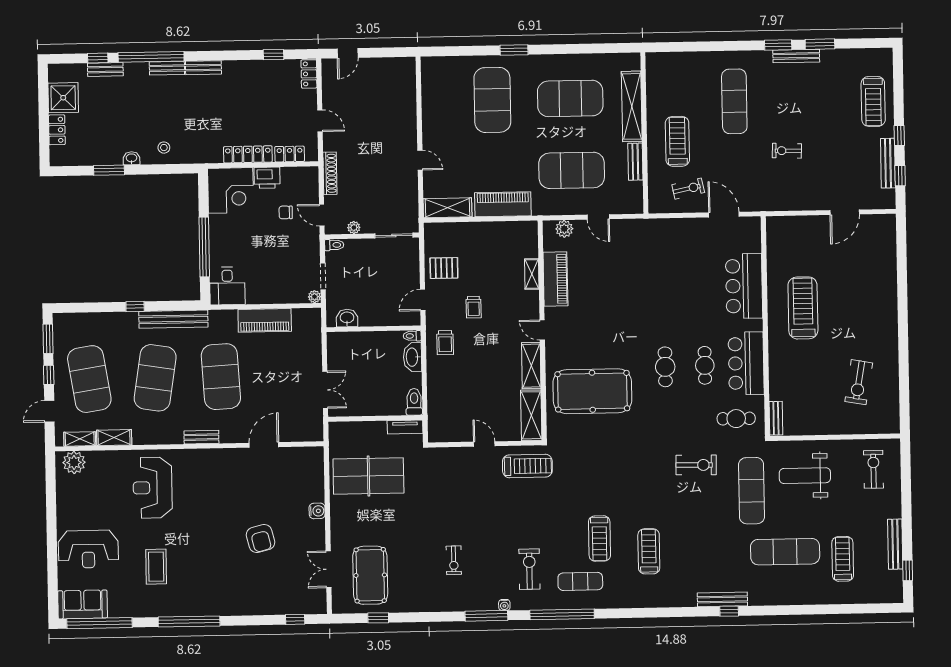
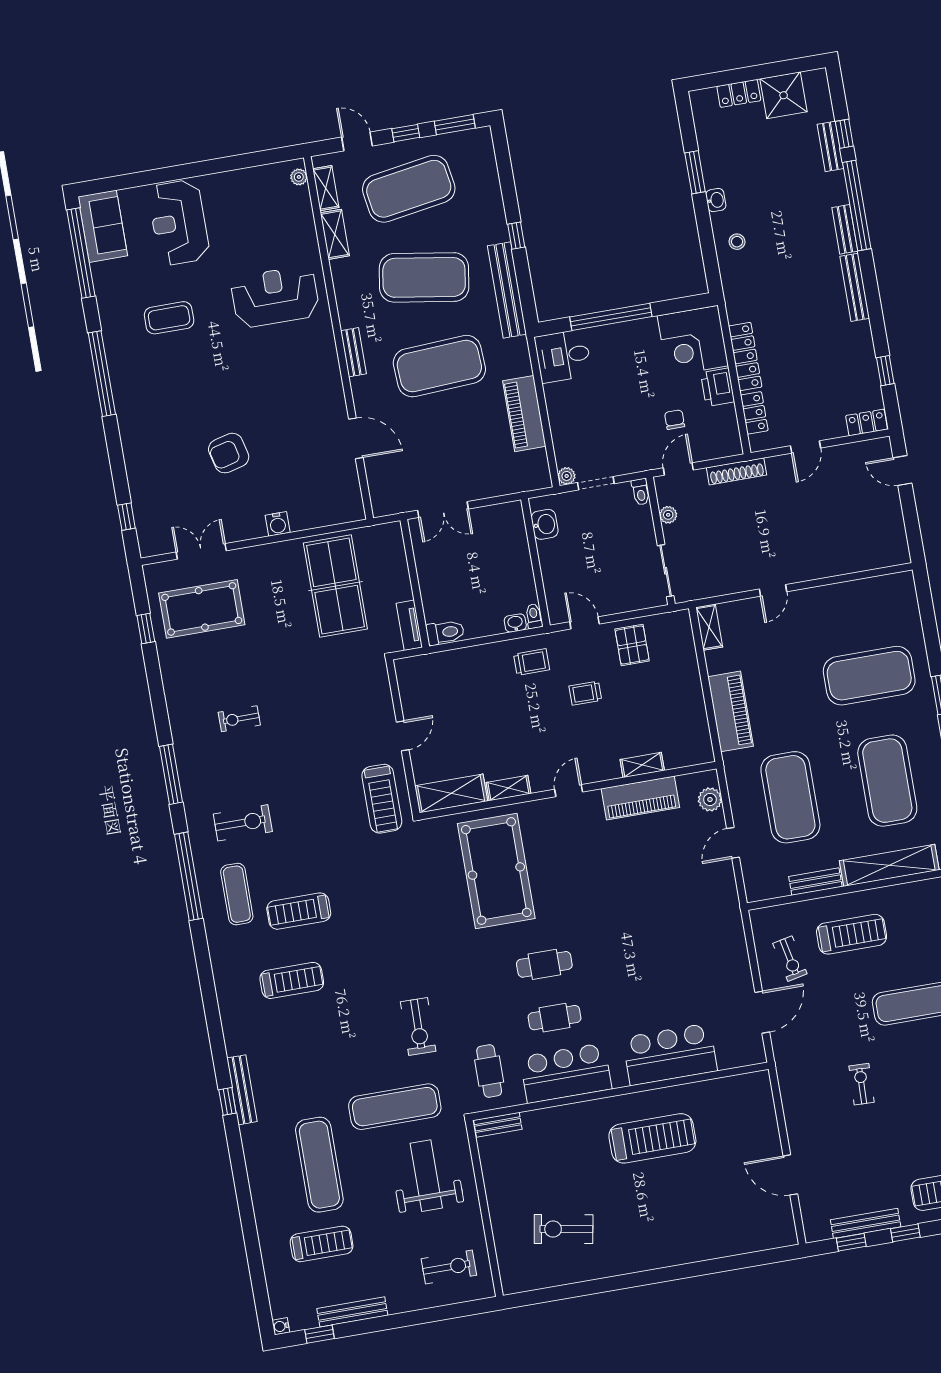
bench: (203, 68) -> (855, 287), width x1.36
shelving: (447, 208) -> (709, 627), width x0.67, depth x0.75
trolley: (445, 343) -> (532, 662), turned 180
washbasin: (412, 357) -> (515, 623), width x0.52, depth x0.69
shelving: (531, 366) -> (508, 788), width x0.67, depth x0.75
plant: (74, 462) -> (299, 177), width x0.53, depth x0.53
water cooler: (504, 605) -> (281, 1326), moved

